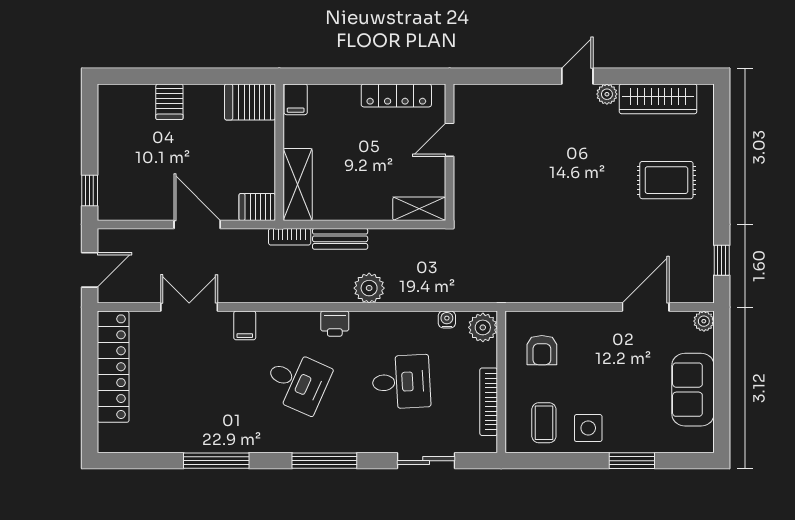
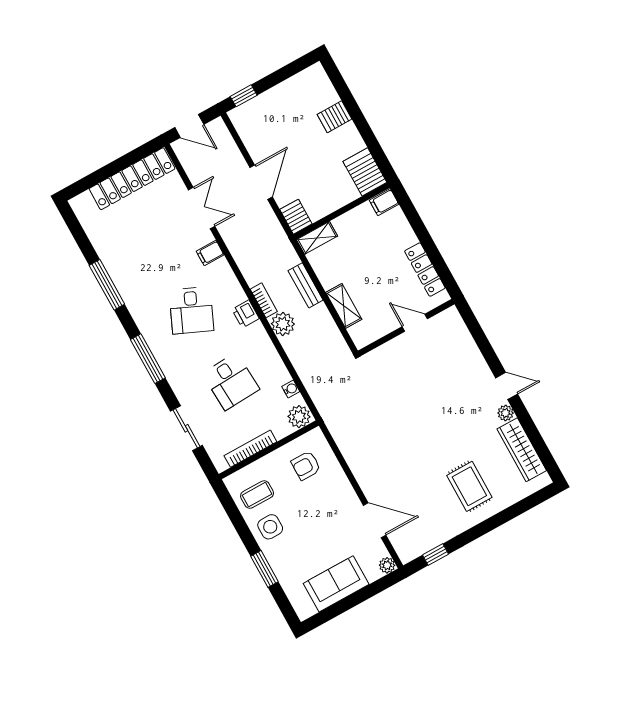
shelving: (298, 184) -> (317, 238), width x0.67, depth x0.75
shelving: (419, 209) -> (344, 306), moved
bookcase: (290, 237) -> (264, 300), moved, turned 180

